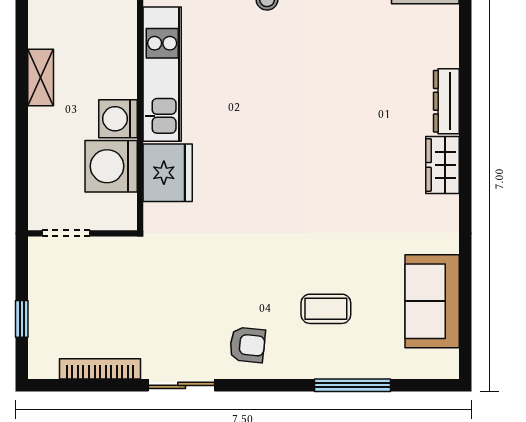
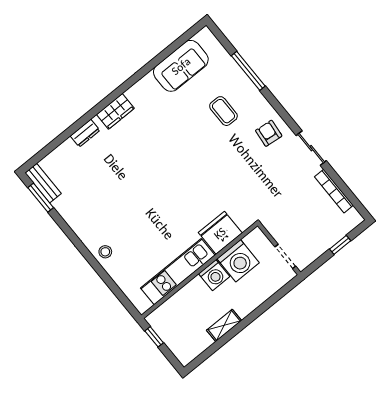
dresser: (446, 101) -> (85, 133), width x0.70

